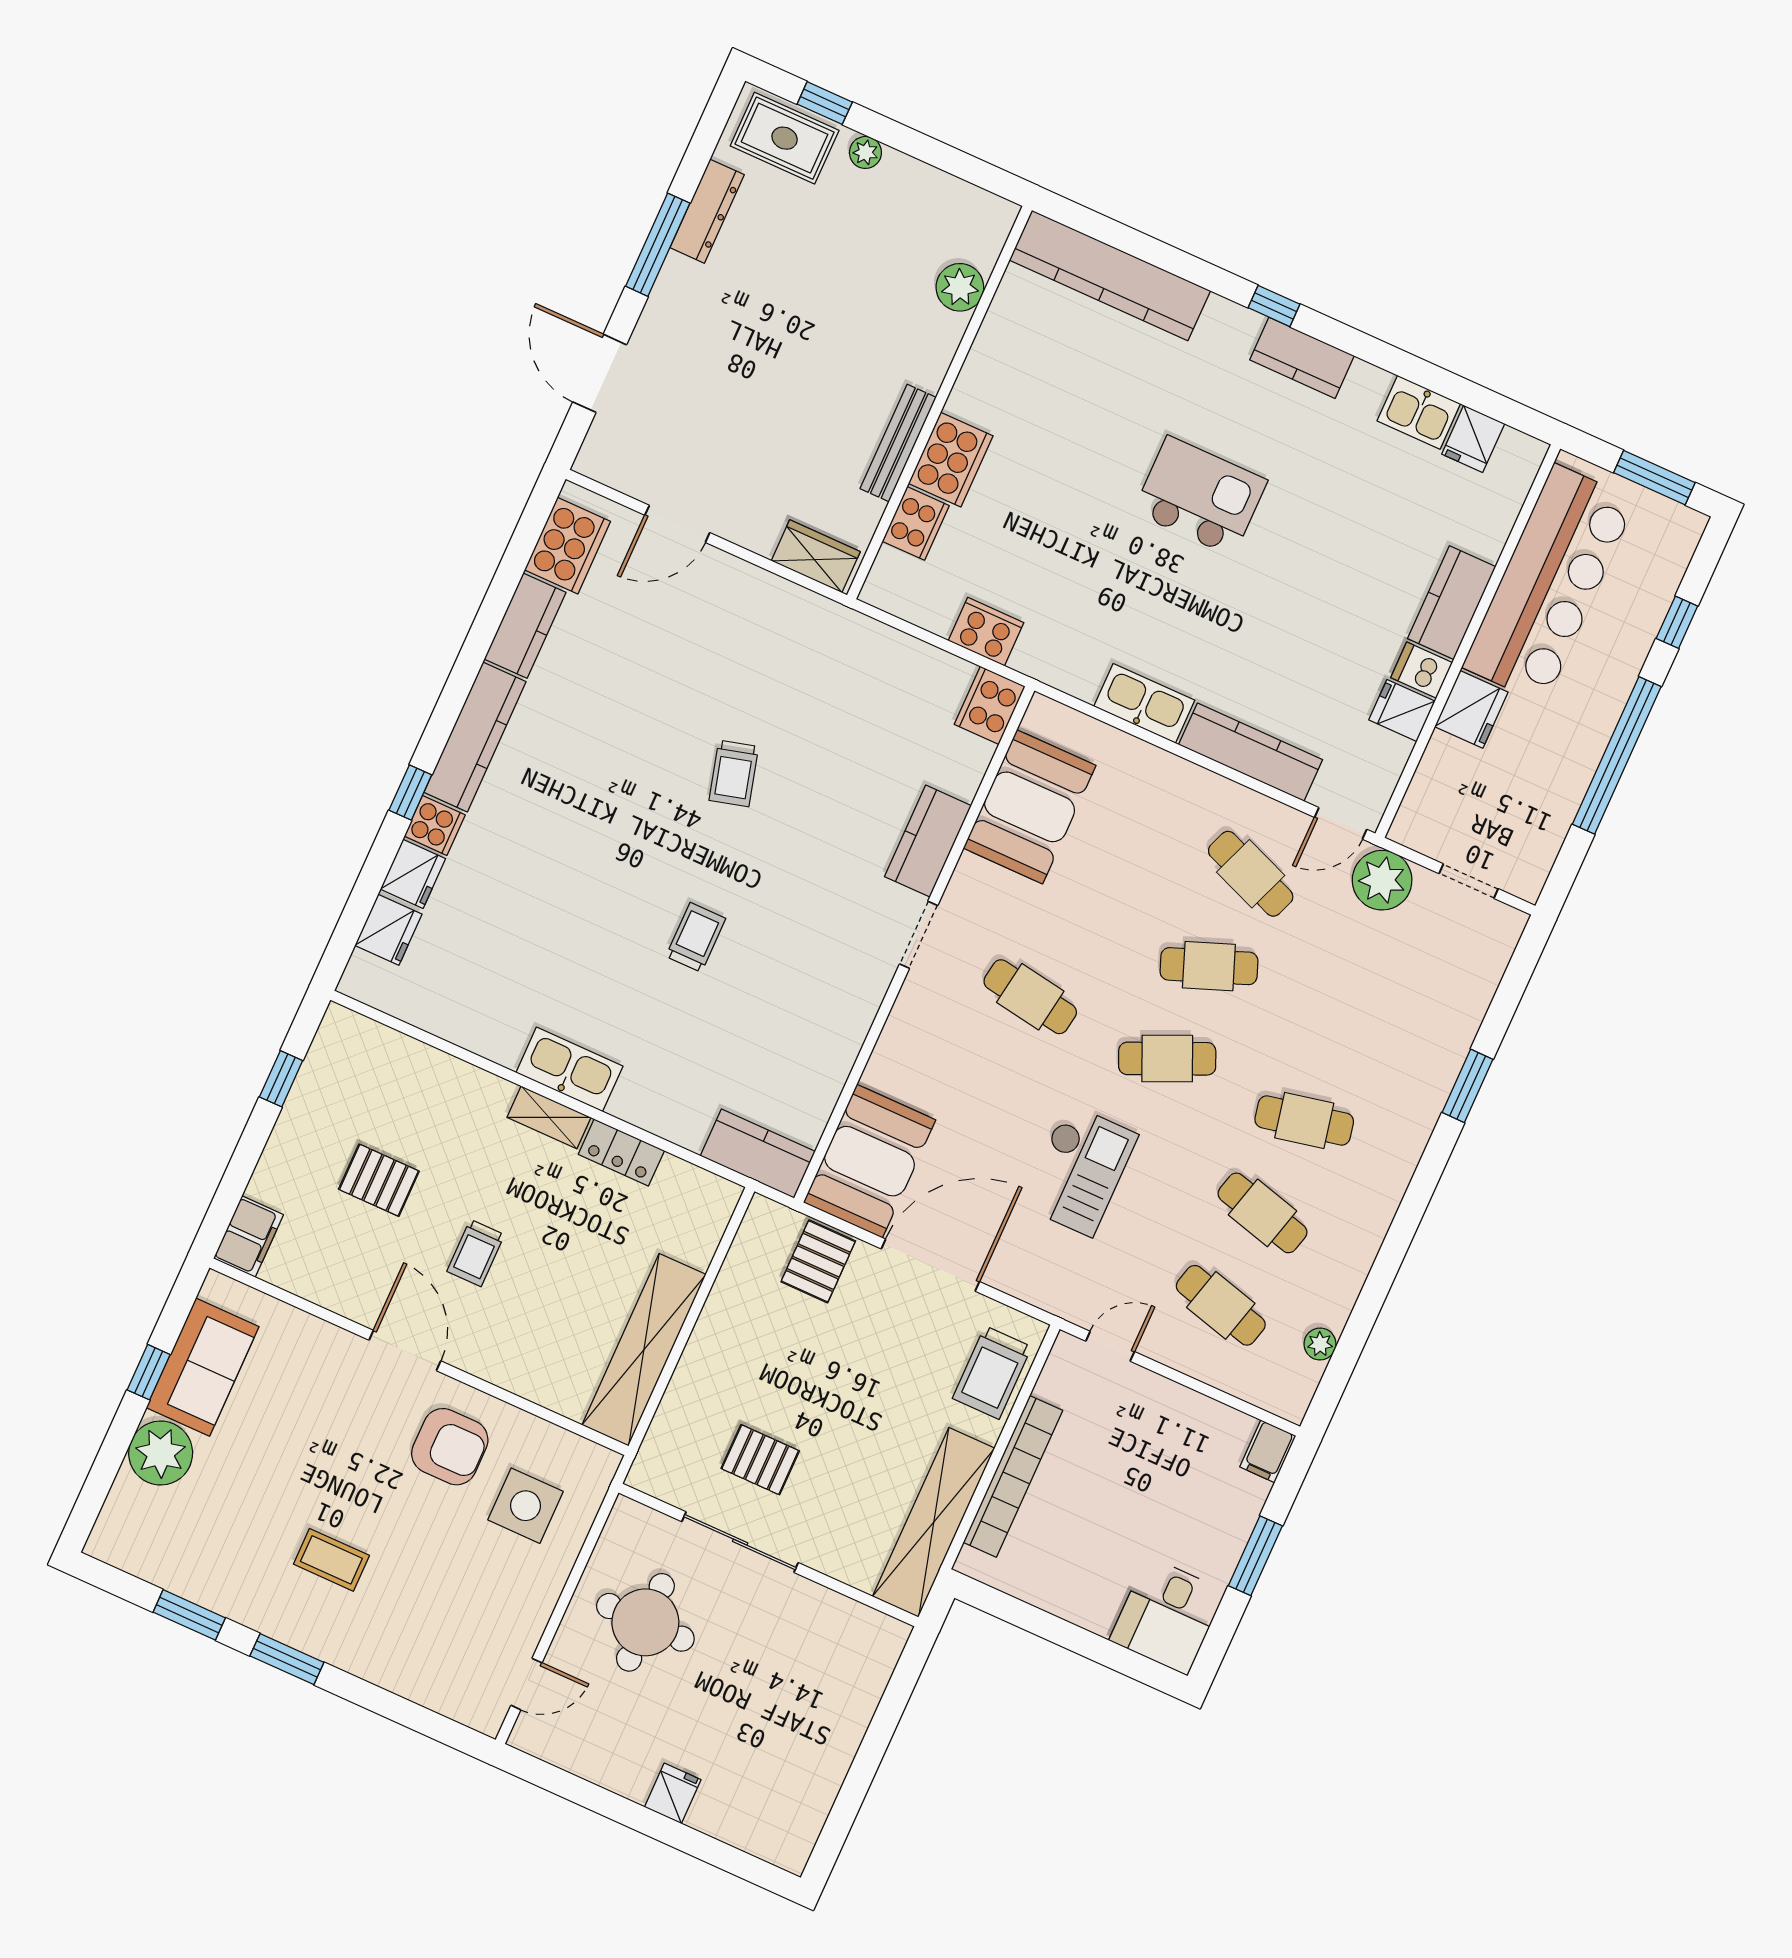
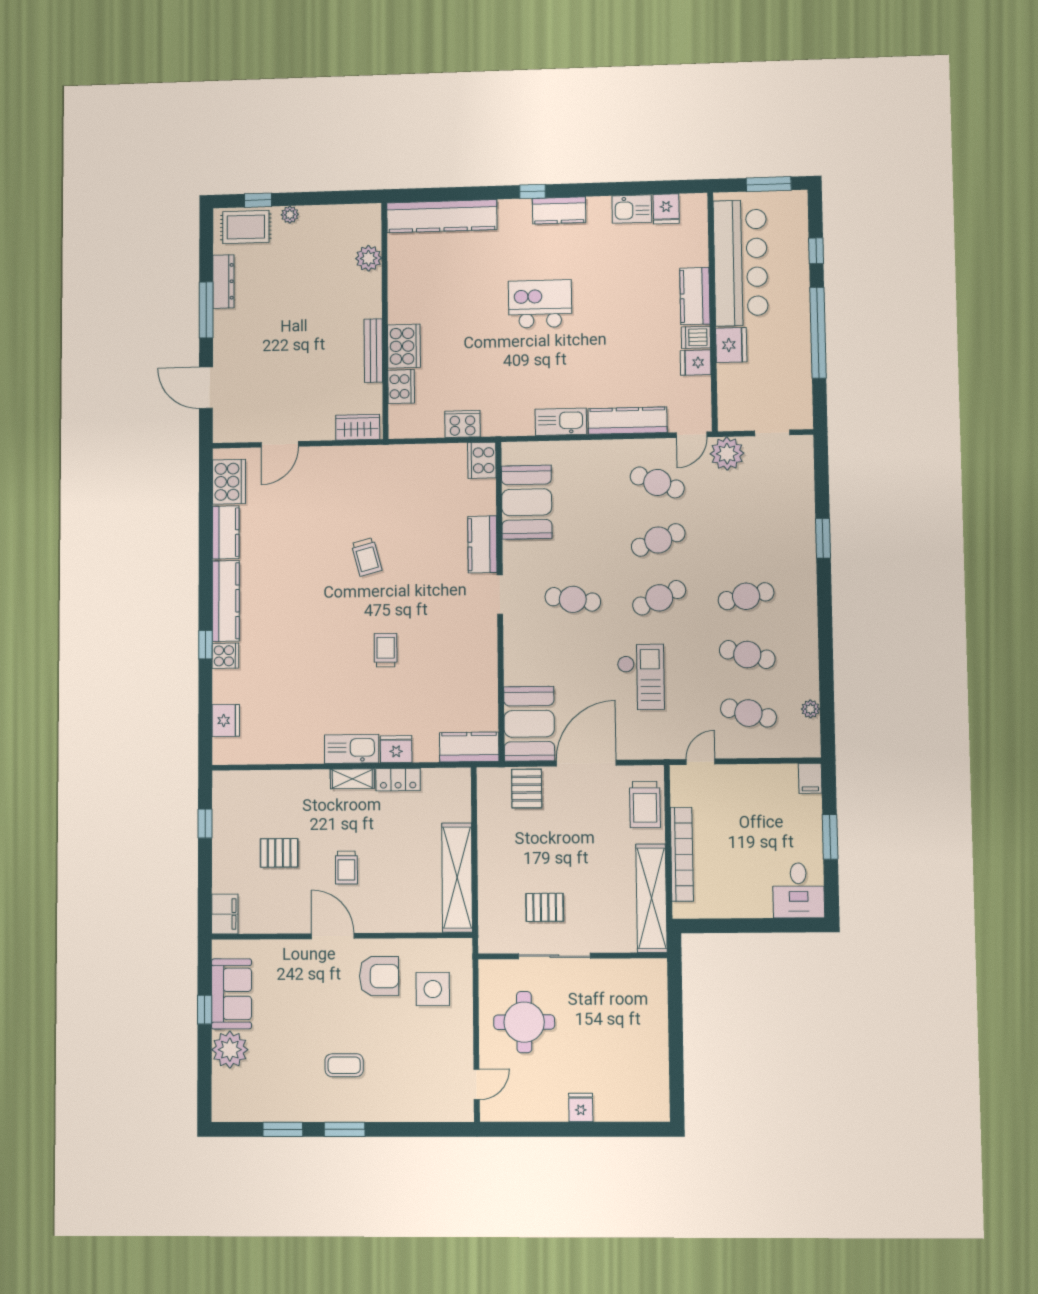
fridge: (413, 874) -> (396, 749), moved, turned -90

